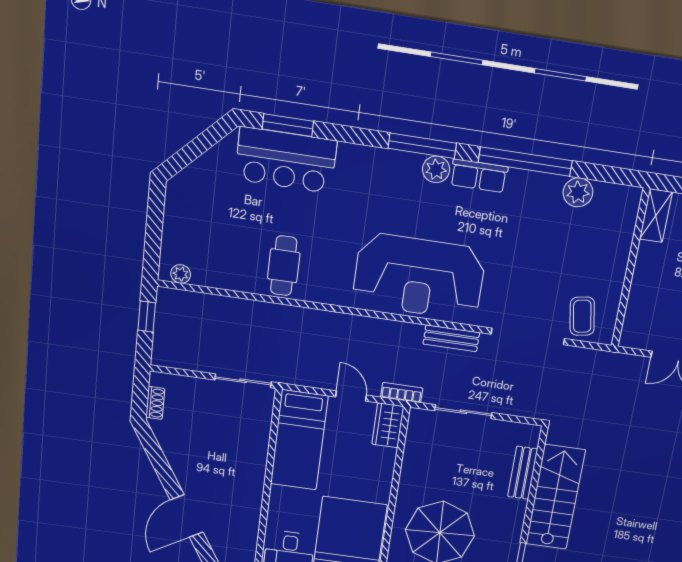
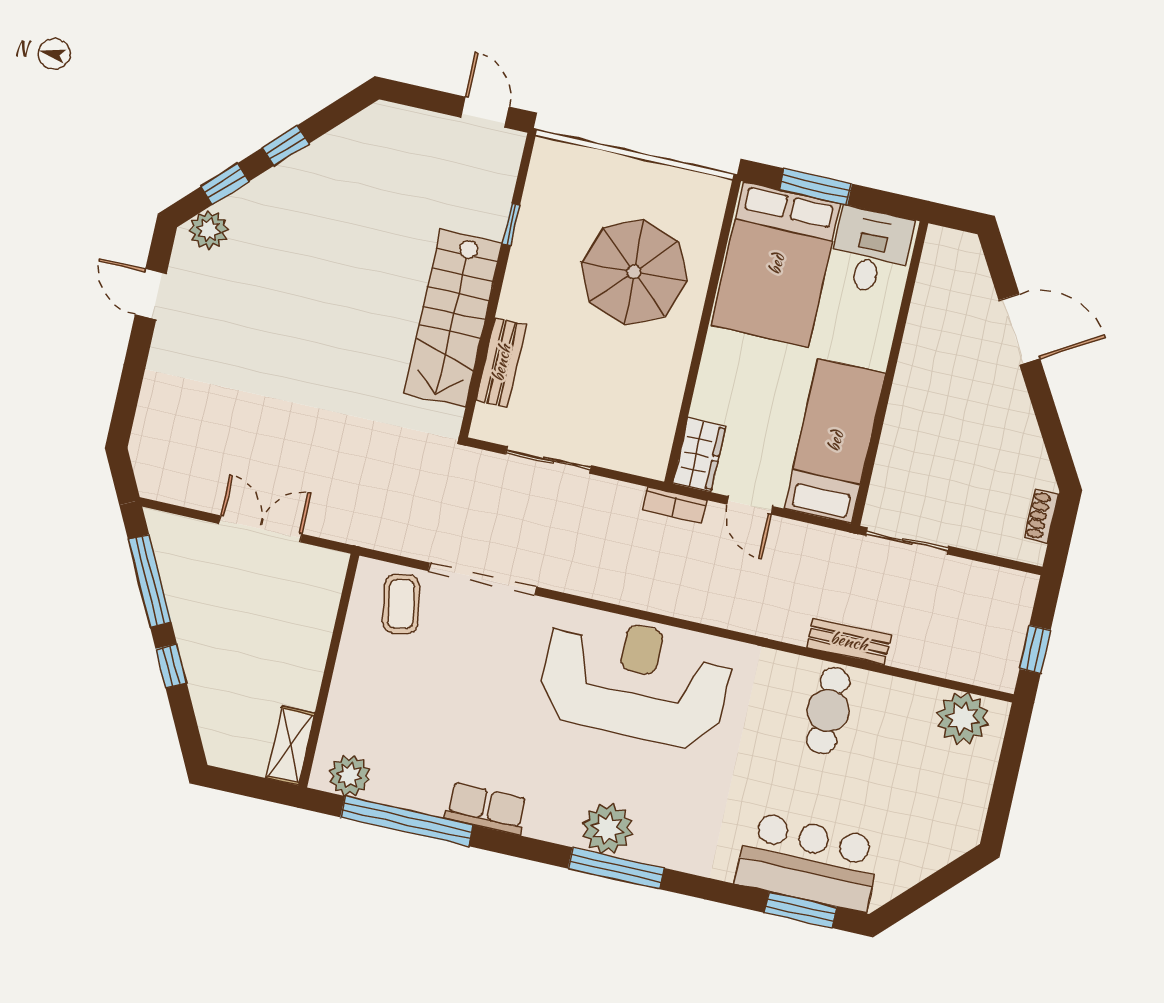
window: (525, 162) -> (407, 821), moved
plant: (436, 169) -> (607, 829), width x1.36, depth x1.36
row of seats: (479, 176) -> (486, 809), moved
plant: (578, 192) -> (349, 776), moved
plant: (181, 274) -> (963, 718), width x1.88, depth x1.88
bench: (451, 338) -> (849, 641), moved
sliding door: (463, 412) -> (548, 460), moved
door: (187, 516) -> (1019, 329), hinge flipped

